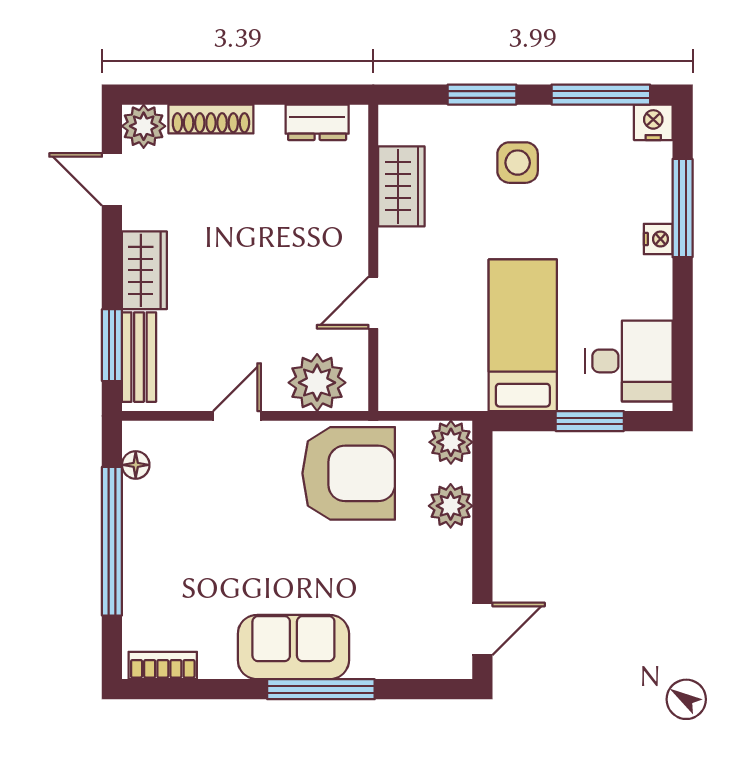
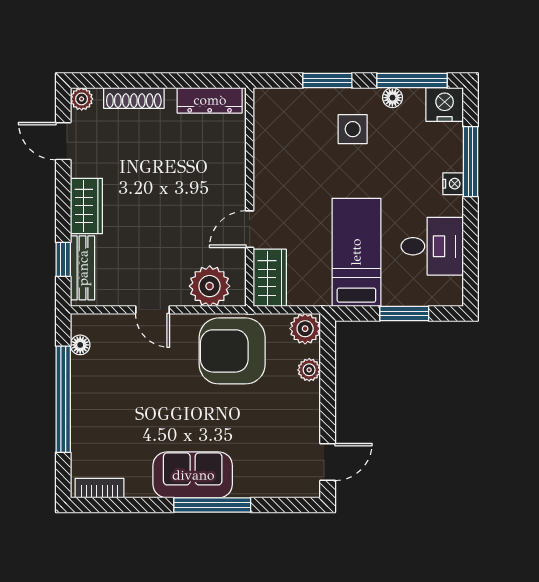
floor lamp: (573, 118) -> (392, 98), added
dresser: (317, 122) -> (210, 100), width x1.44
nightstand: (653, 122) -> (445, 104), width x1.36, depth x1.33
plant: (144, 126) -> (82, 99), width x0.73, depth x0.73
wardrobe: (401, 186) -> (270, 278), moved
window: (112, 345) -> (63, 259), width x0.67
desk: (629, 361) -> (432, 246), moved
door: (237, 416) -> (152, 310), swing flipped
armchair: (349, 473) -> (232, 351), turned 180
plant: (451, 506) -> (309, 370), width x0.73, depth x0.73

